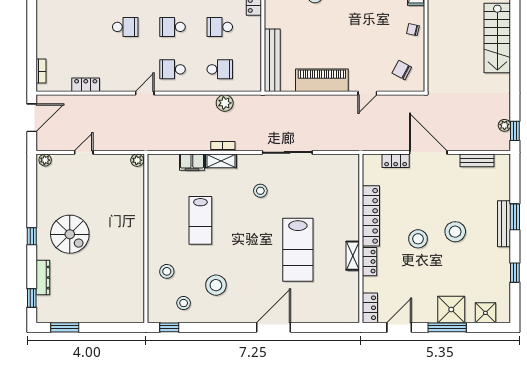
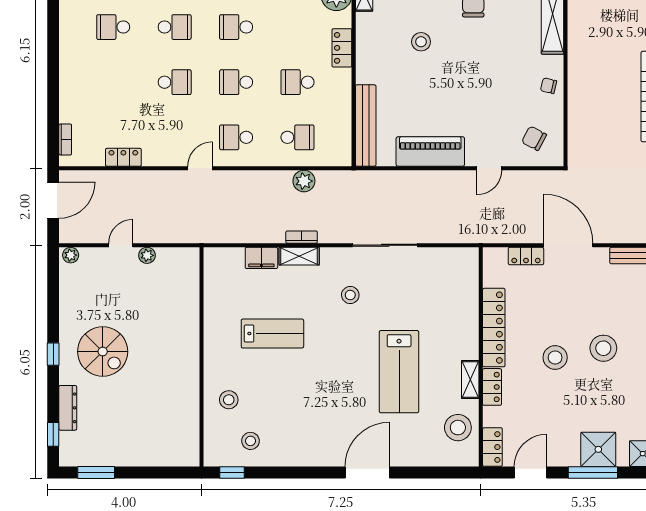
plant: (137, 160) -> (147, 255), moved
lab bench: (200, 220) -> (272, 334), turned -90
stool: (216, 285) -> (458, 428), moved

